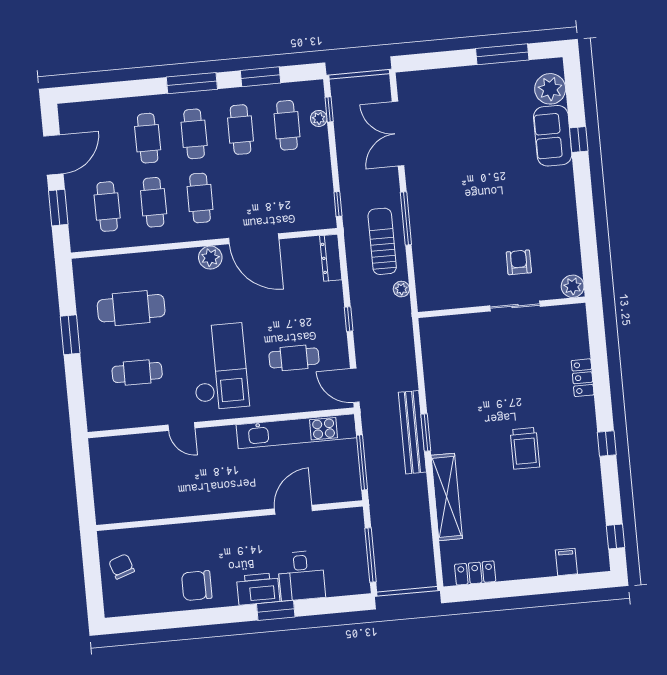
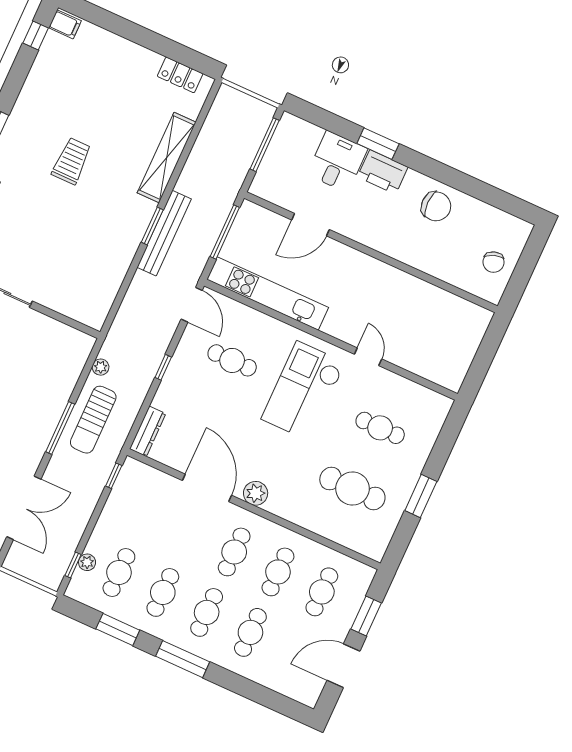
filing cabinet: (566, 562) -> (65, 24), moved, turned -90

